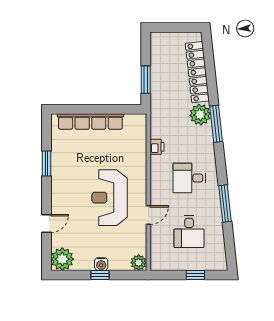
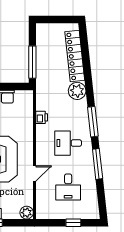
window: (146, 80) -> (32, 62), width x1.44
window: (216, 124) -> (93, 122), moved

